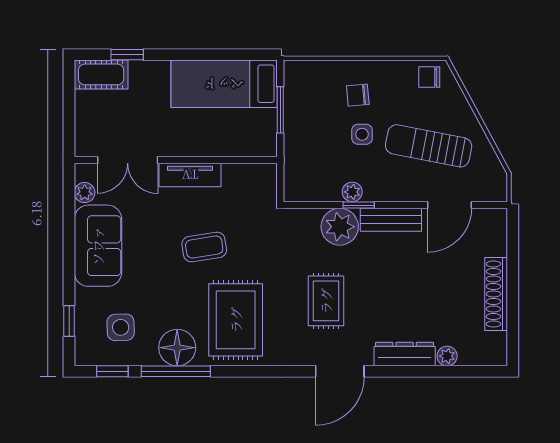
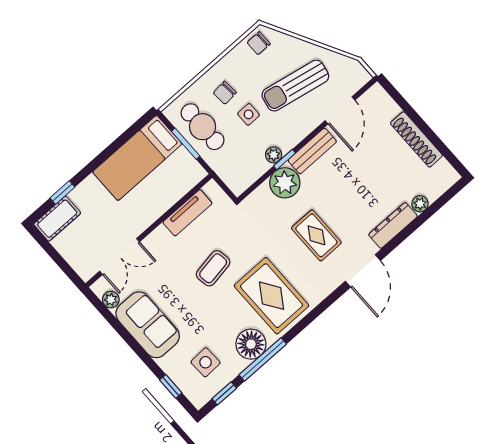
cafe table: (310, 108) -> (203, 127), added
tv unit: (190, 175) -> (187, 213), moved

